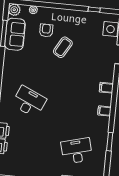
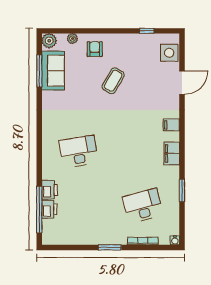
armchair: (46, 30) -> (95, 49), moved
desk: (29, 102) -> (78, 151), turned -33
filing cabinet: (104, 111) -> (172, 154), width x2.00

